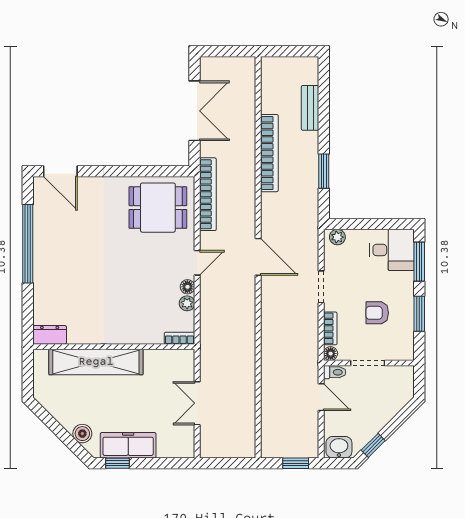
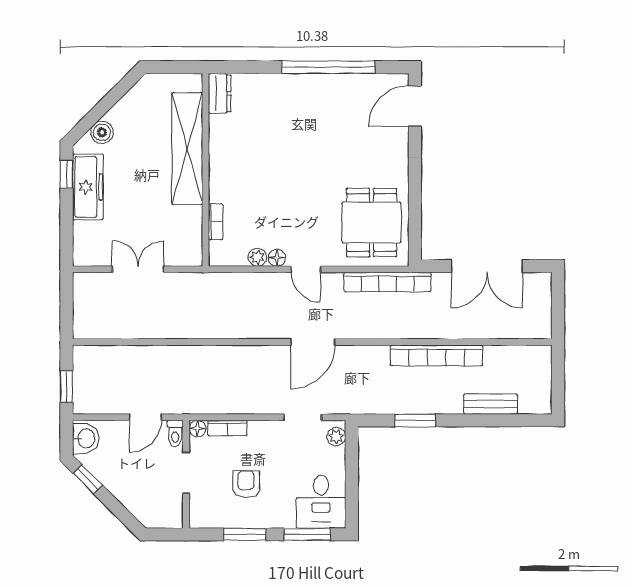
doorway: (321, 287) -> (303, 417), moved
bookcase: (180, 338) -> (216, 222), moved

